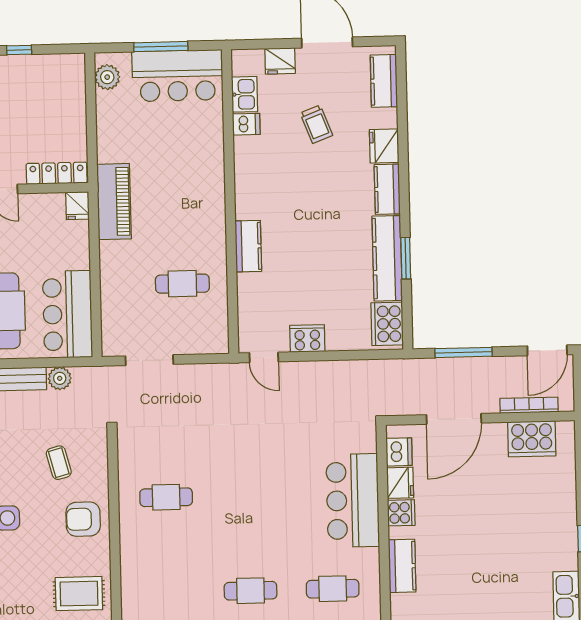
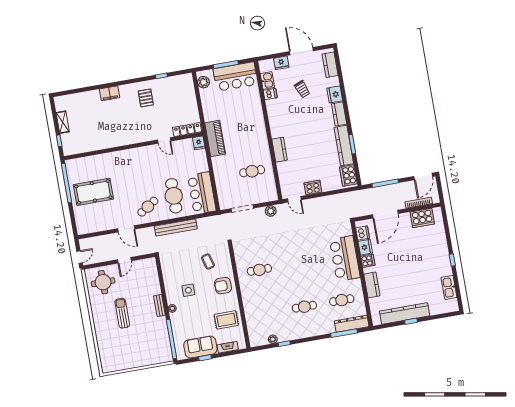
plant: (60, 378) -> (271, 211), moved

